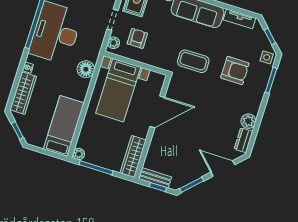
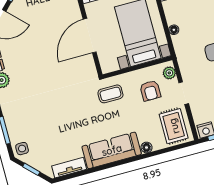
coffee table: (193, 61) -> (110, 94), moved, width x0.73, depth x0.77
floor lamp: (86, 69) -> (174, 30), width x0.53, depth x0.53
armchair: (235, 70) -> (43, 118), removed

